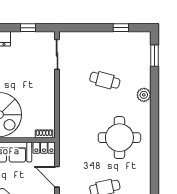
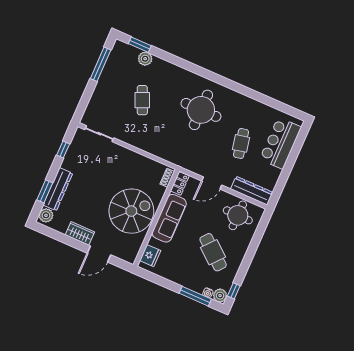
window: (121, 28) -> (101, 64), width x2.17
cafe table: (105, 80) -> (142, 100), turned -39
plant: (144, 95) -> (145, 59), moved

